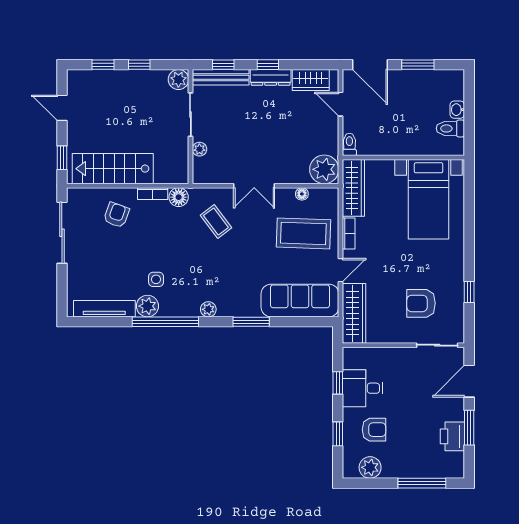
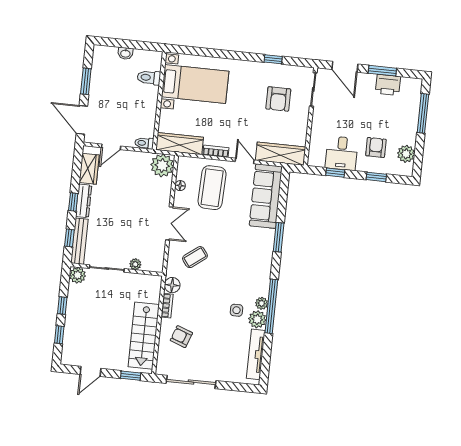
door: (370, 65) -> (82, 120), swing flipped
toilet: (450, 128) -> (149, 78), moved, turned 90
plant: (208, 309) -> (262, 303), moved

